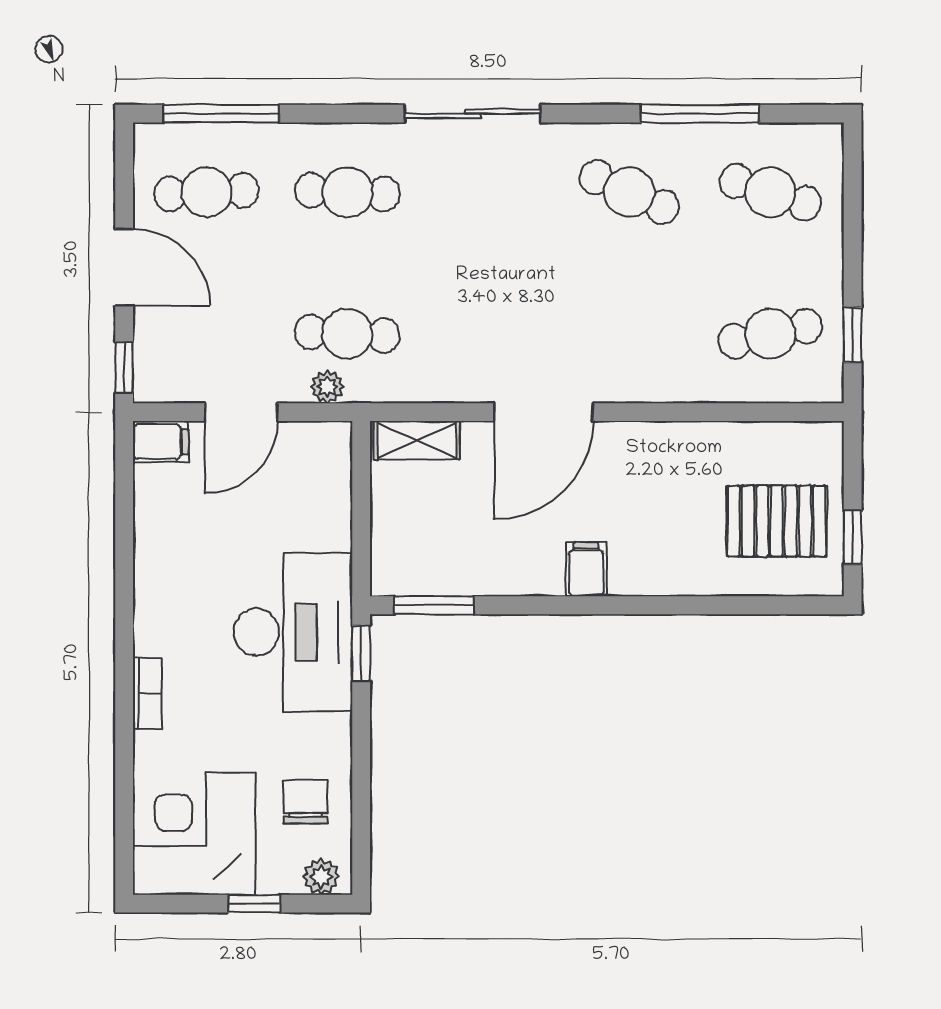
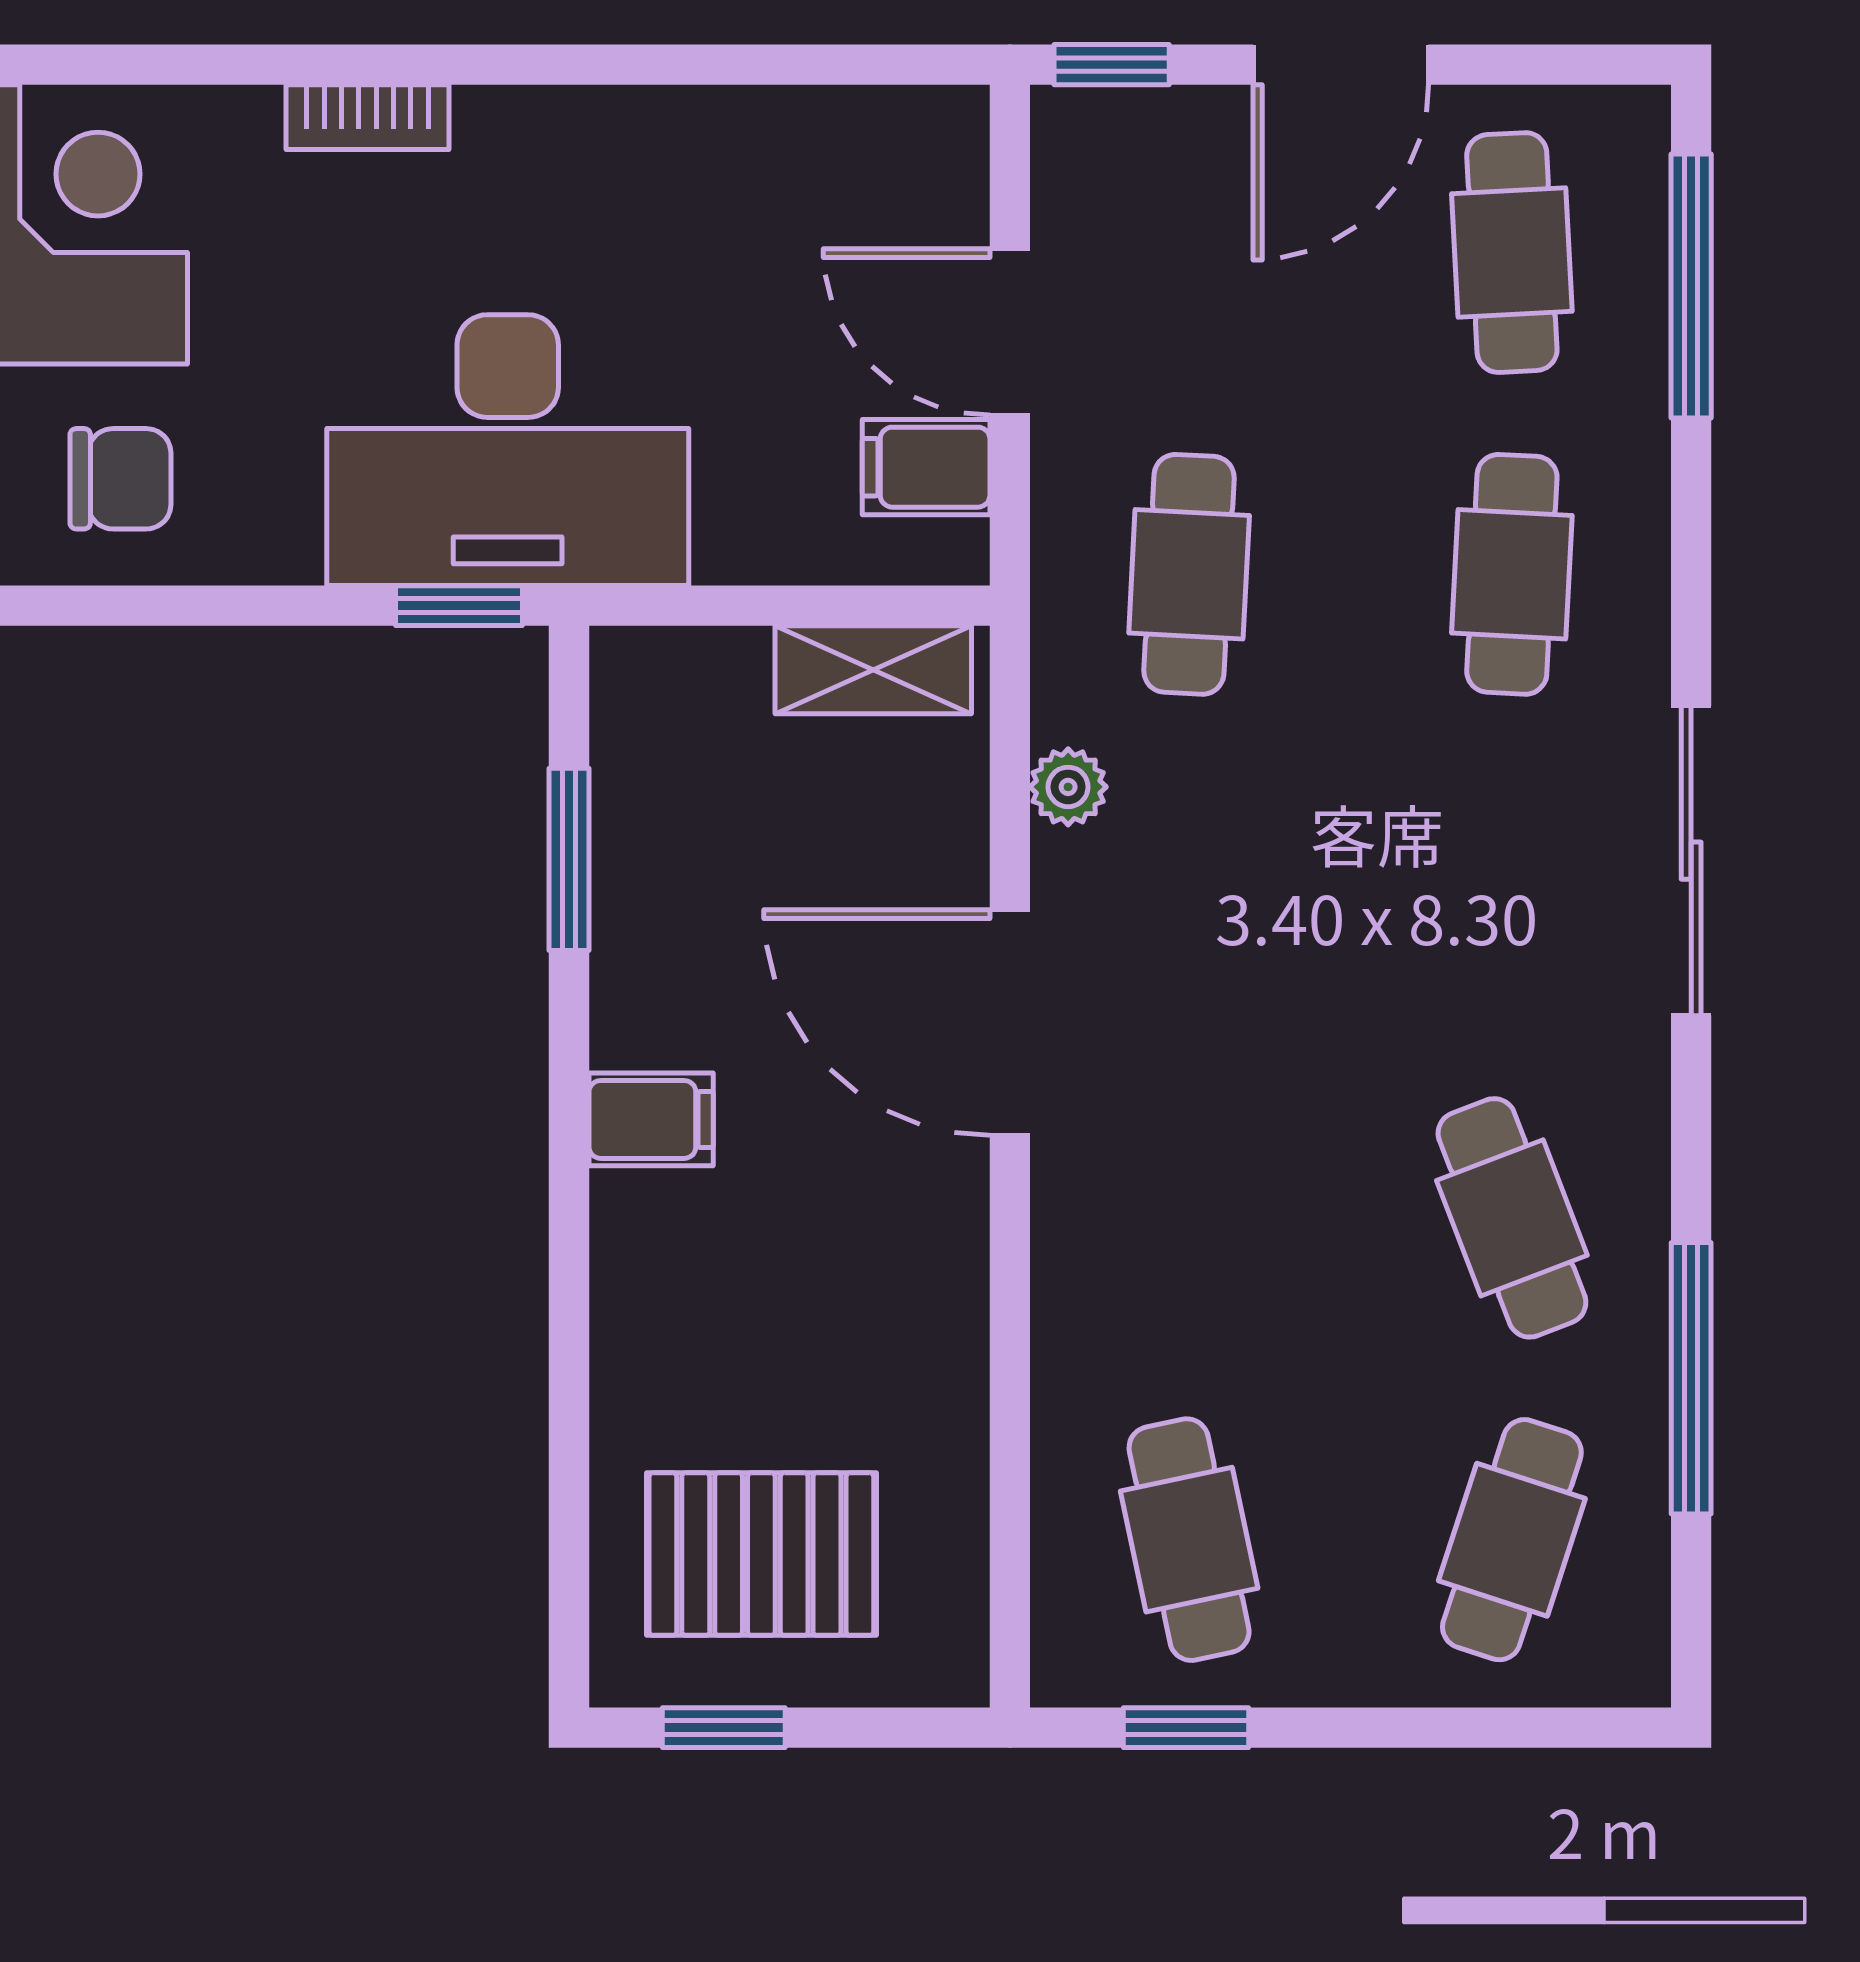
cafe table: (629, 192) -> (1512, 1218), turned -45
plant: (327, 387) -> (1068, 787), moved
shelving: (417, 440) -> (873, 670), moved, turned 90
filing cabinet: (161, 442) -> (926, 467), moved, turned 90
pallet: (777, 521) -> (761, 1554), turned 90
window: (434, 605) -> (569, 859), moved

